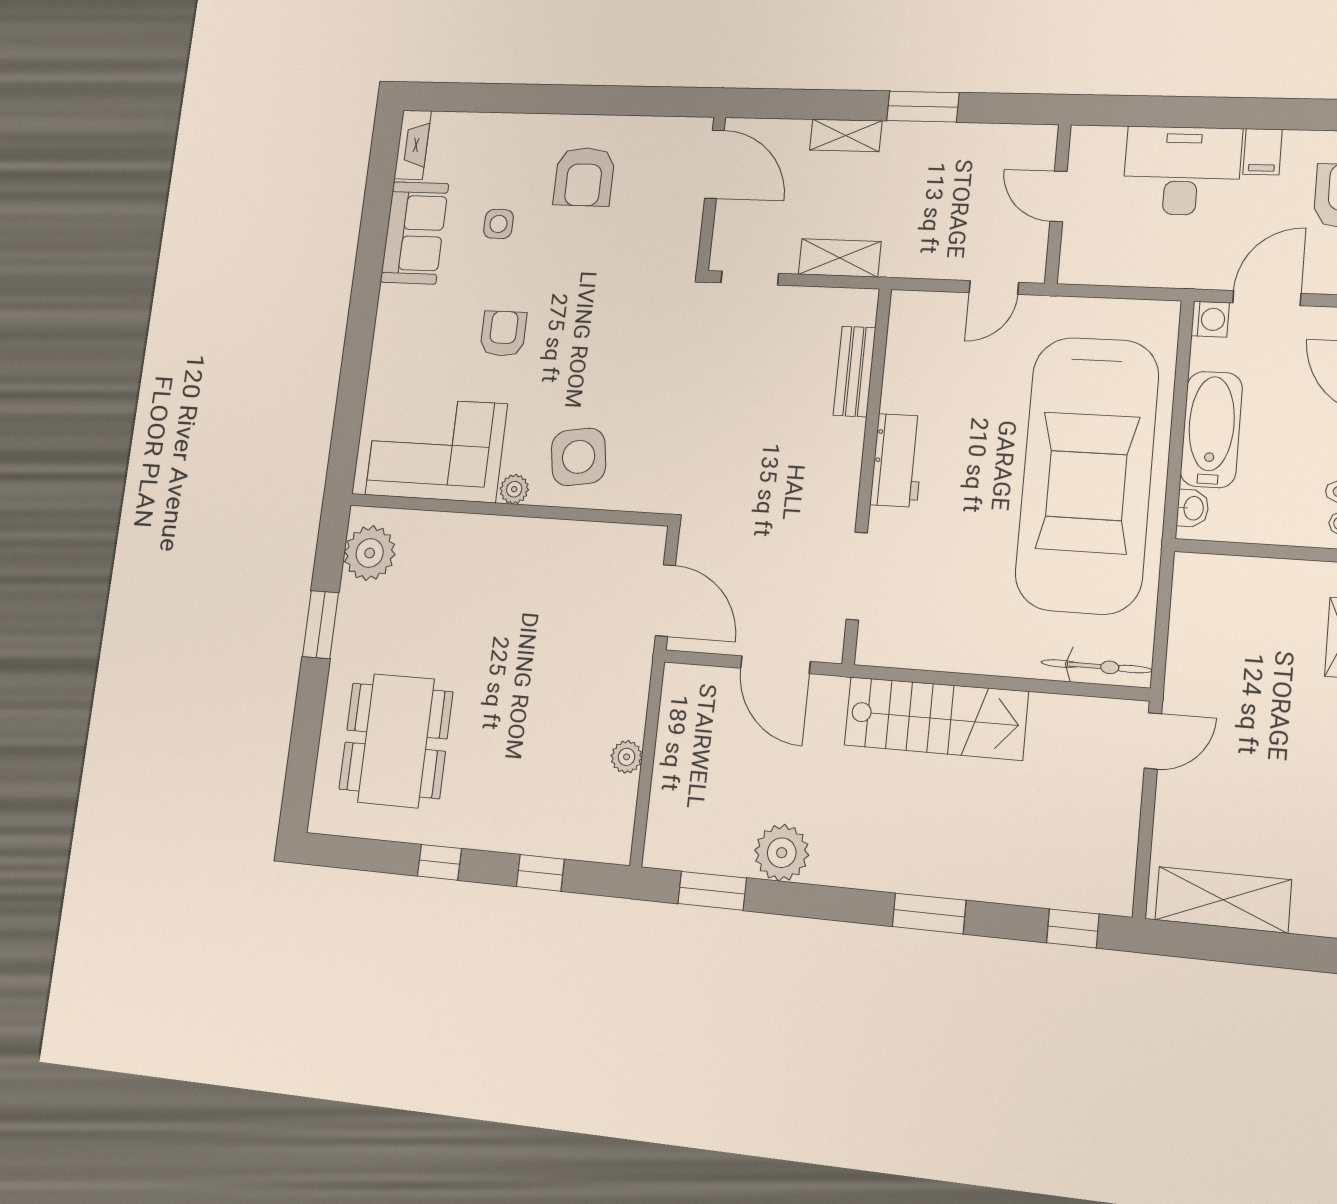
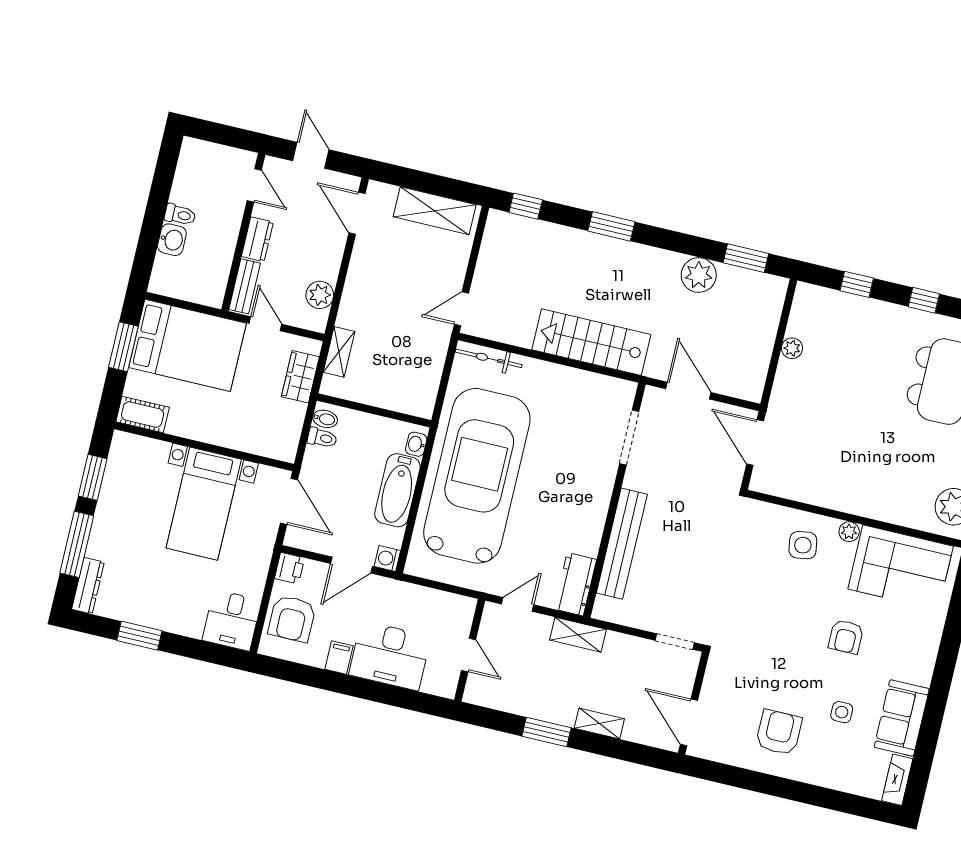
shelving: (840, 258) -> (578, 635), moved
bench: (855, 371) -> (622, 544), width x1.86, depth x1.21
side table: (579, 457) -> (803, 545), width x0.73, depth x0.73
workbench: (897, 460) -> (575, 584), moved

